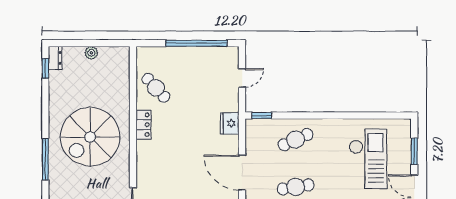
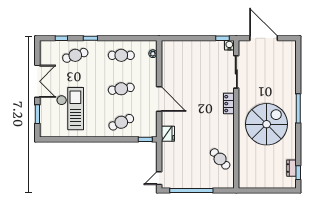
plant: (91, 53) -> (266, 184), removed
dresser: (55, 58) -> (291, 168), moved
door: (242, 78) -> (159, 178), moved
locker: (143, 125) -> (229, 104), moved
checkout: (368, 159) -> (70, 109), turned 180

